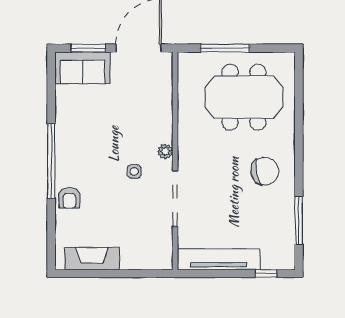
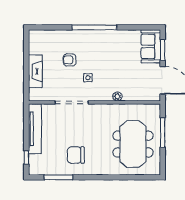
plant: (165, 151) -> (117, 96), moved
chair: (265, 171) -> (76, 155), moved, turned 100
armchair: (69, 198) -> (70, 60), moved
fireplace: (92, 259) -> (35, 71), moved

